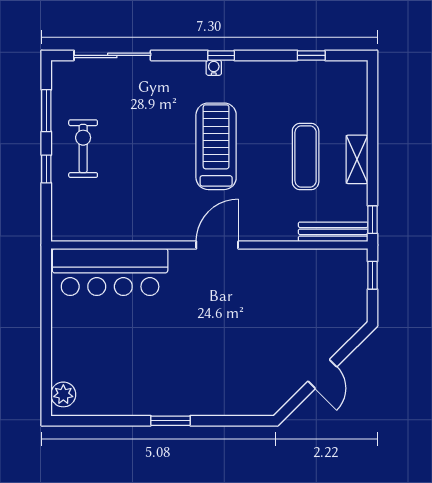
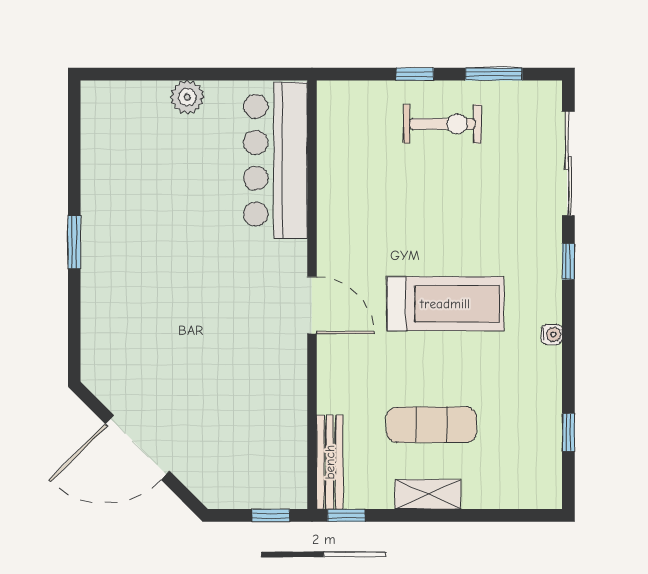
window: (221, 55) -> (568, 261), moved
water cooler: (214, 68) -> (552, 334), moved
door: (322, 374) -> (137, 448), width x1.88
plant: (63, 394) -> (187, 97), moved

